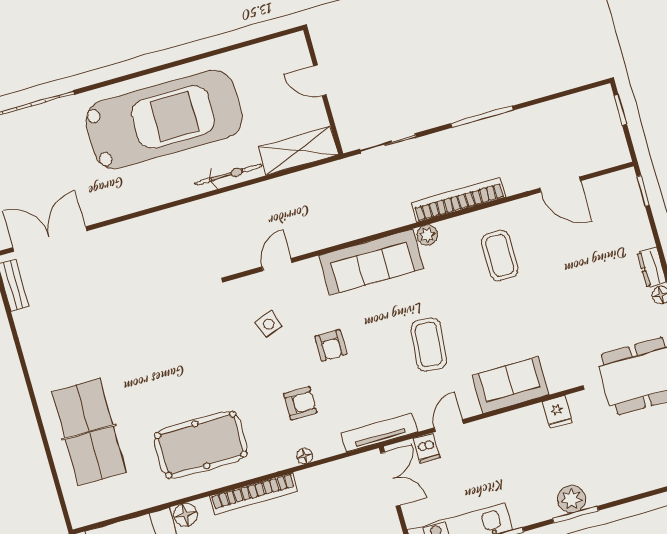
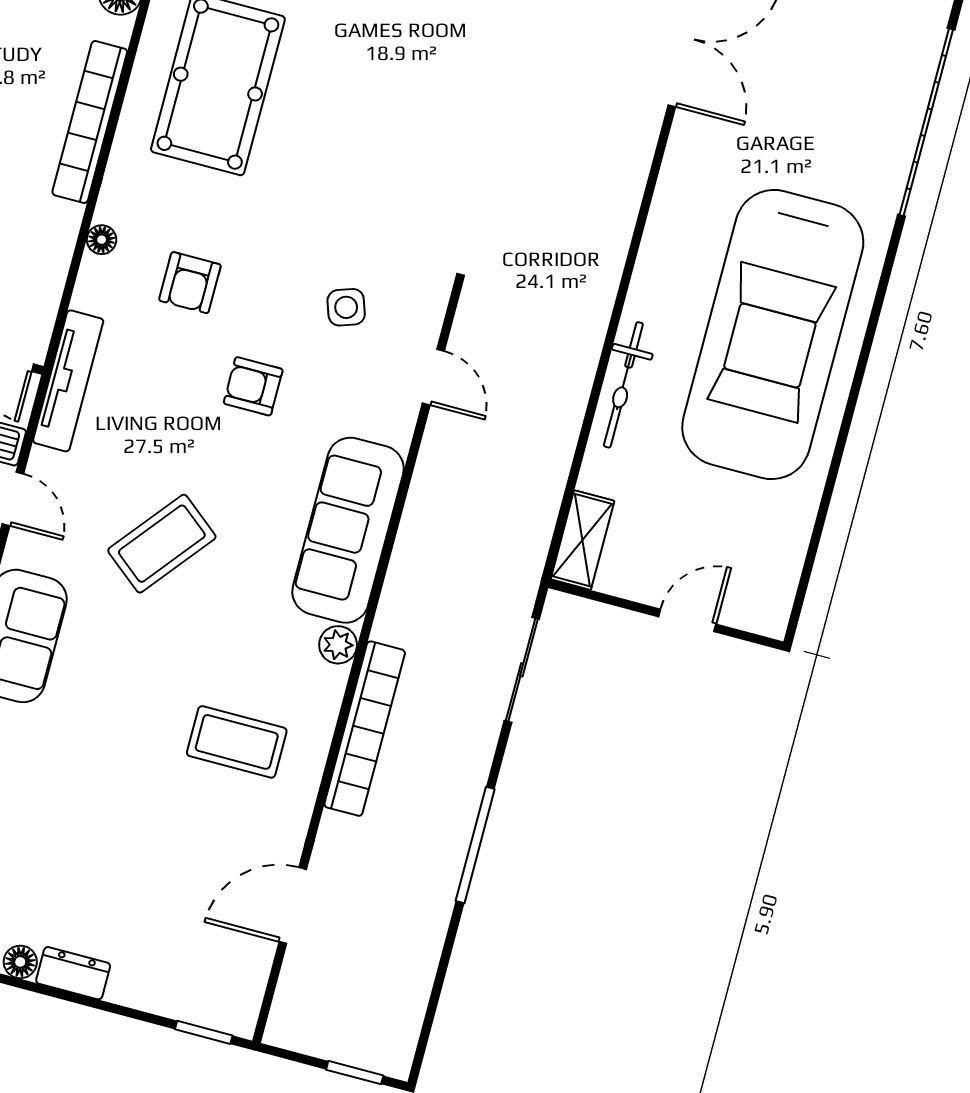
shelving: (299, 151) -> (582, 540), width x0.67, depth x0.75
coffee table: (429, 344) -> (162, 544), turned -57

